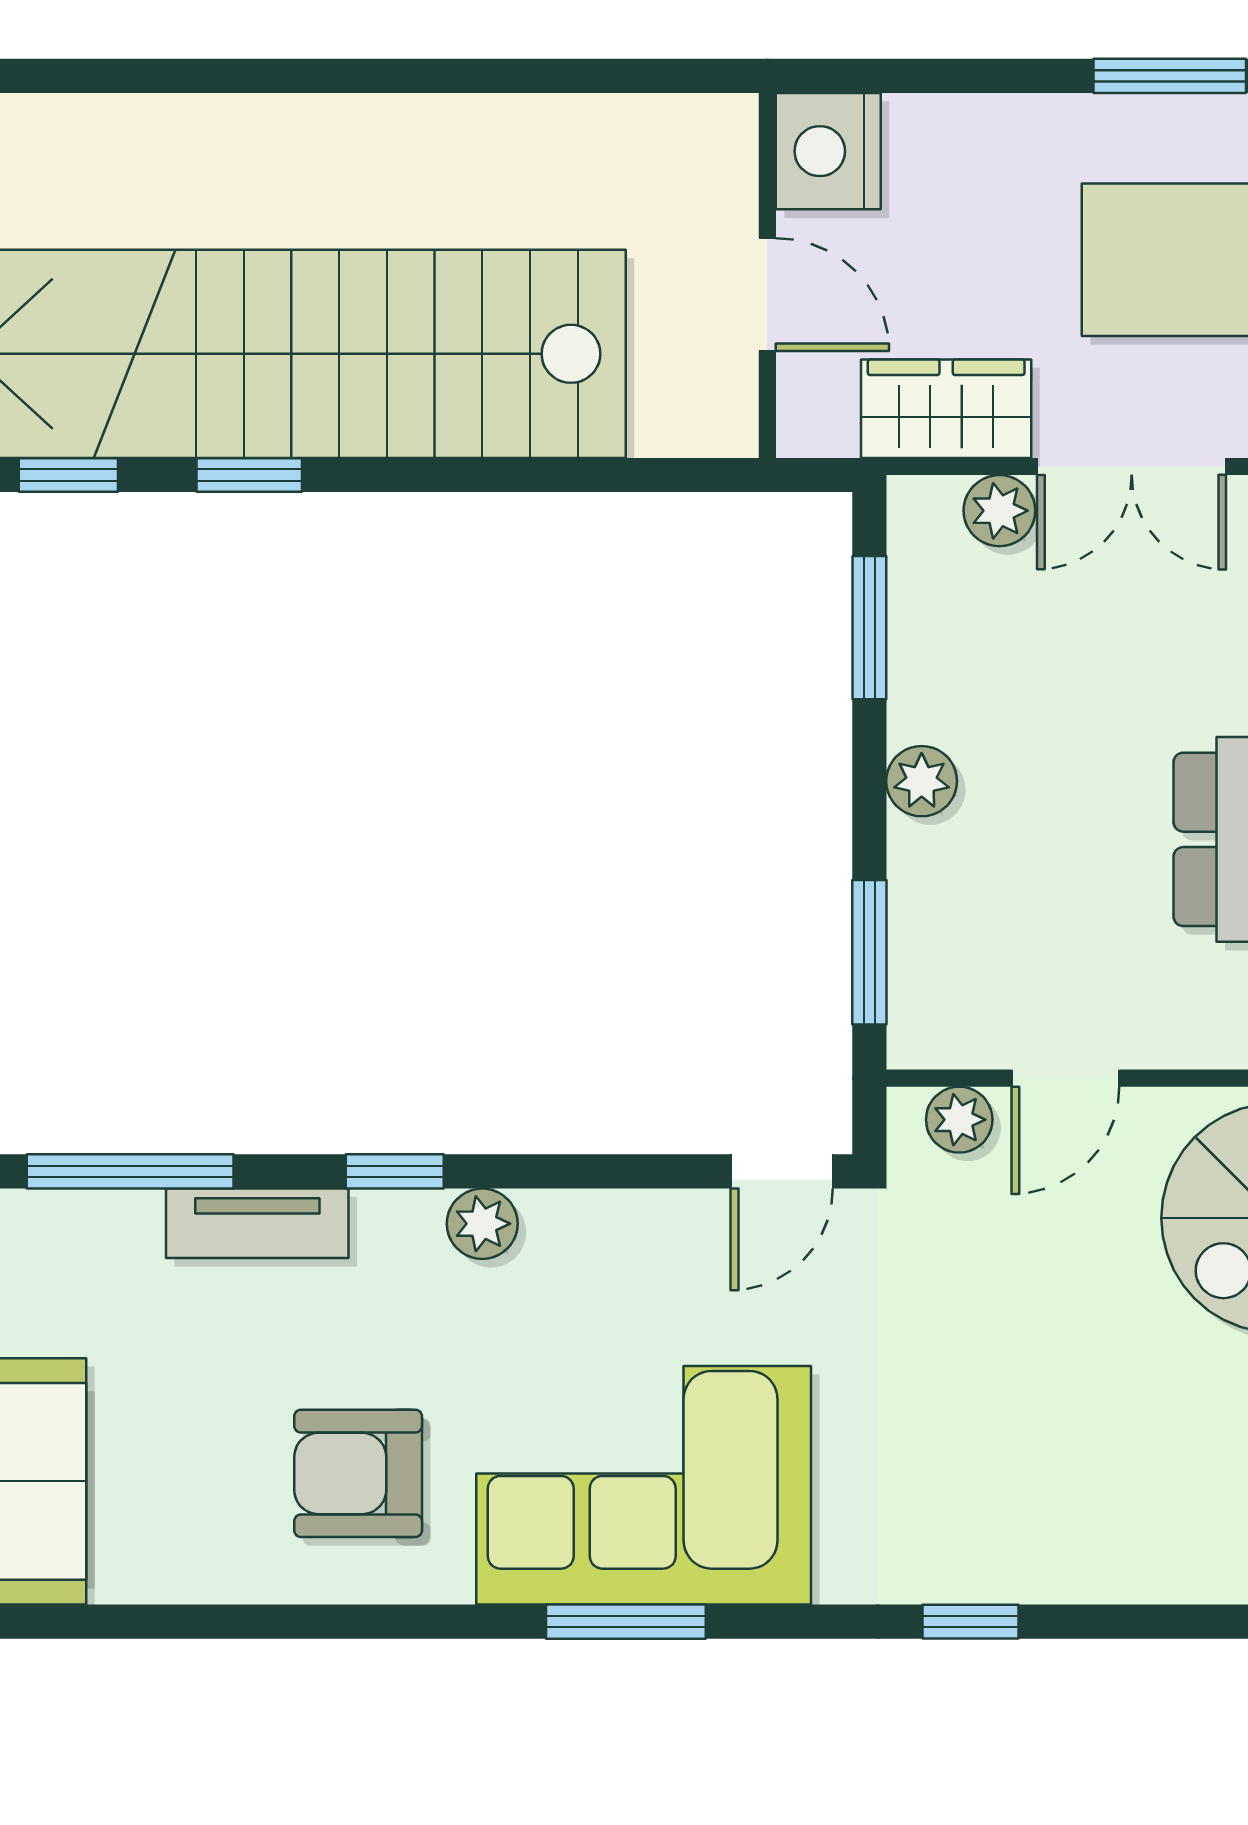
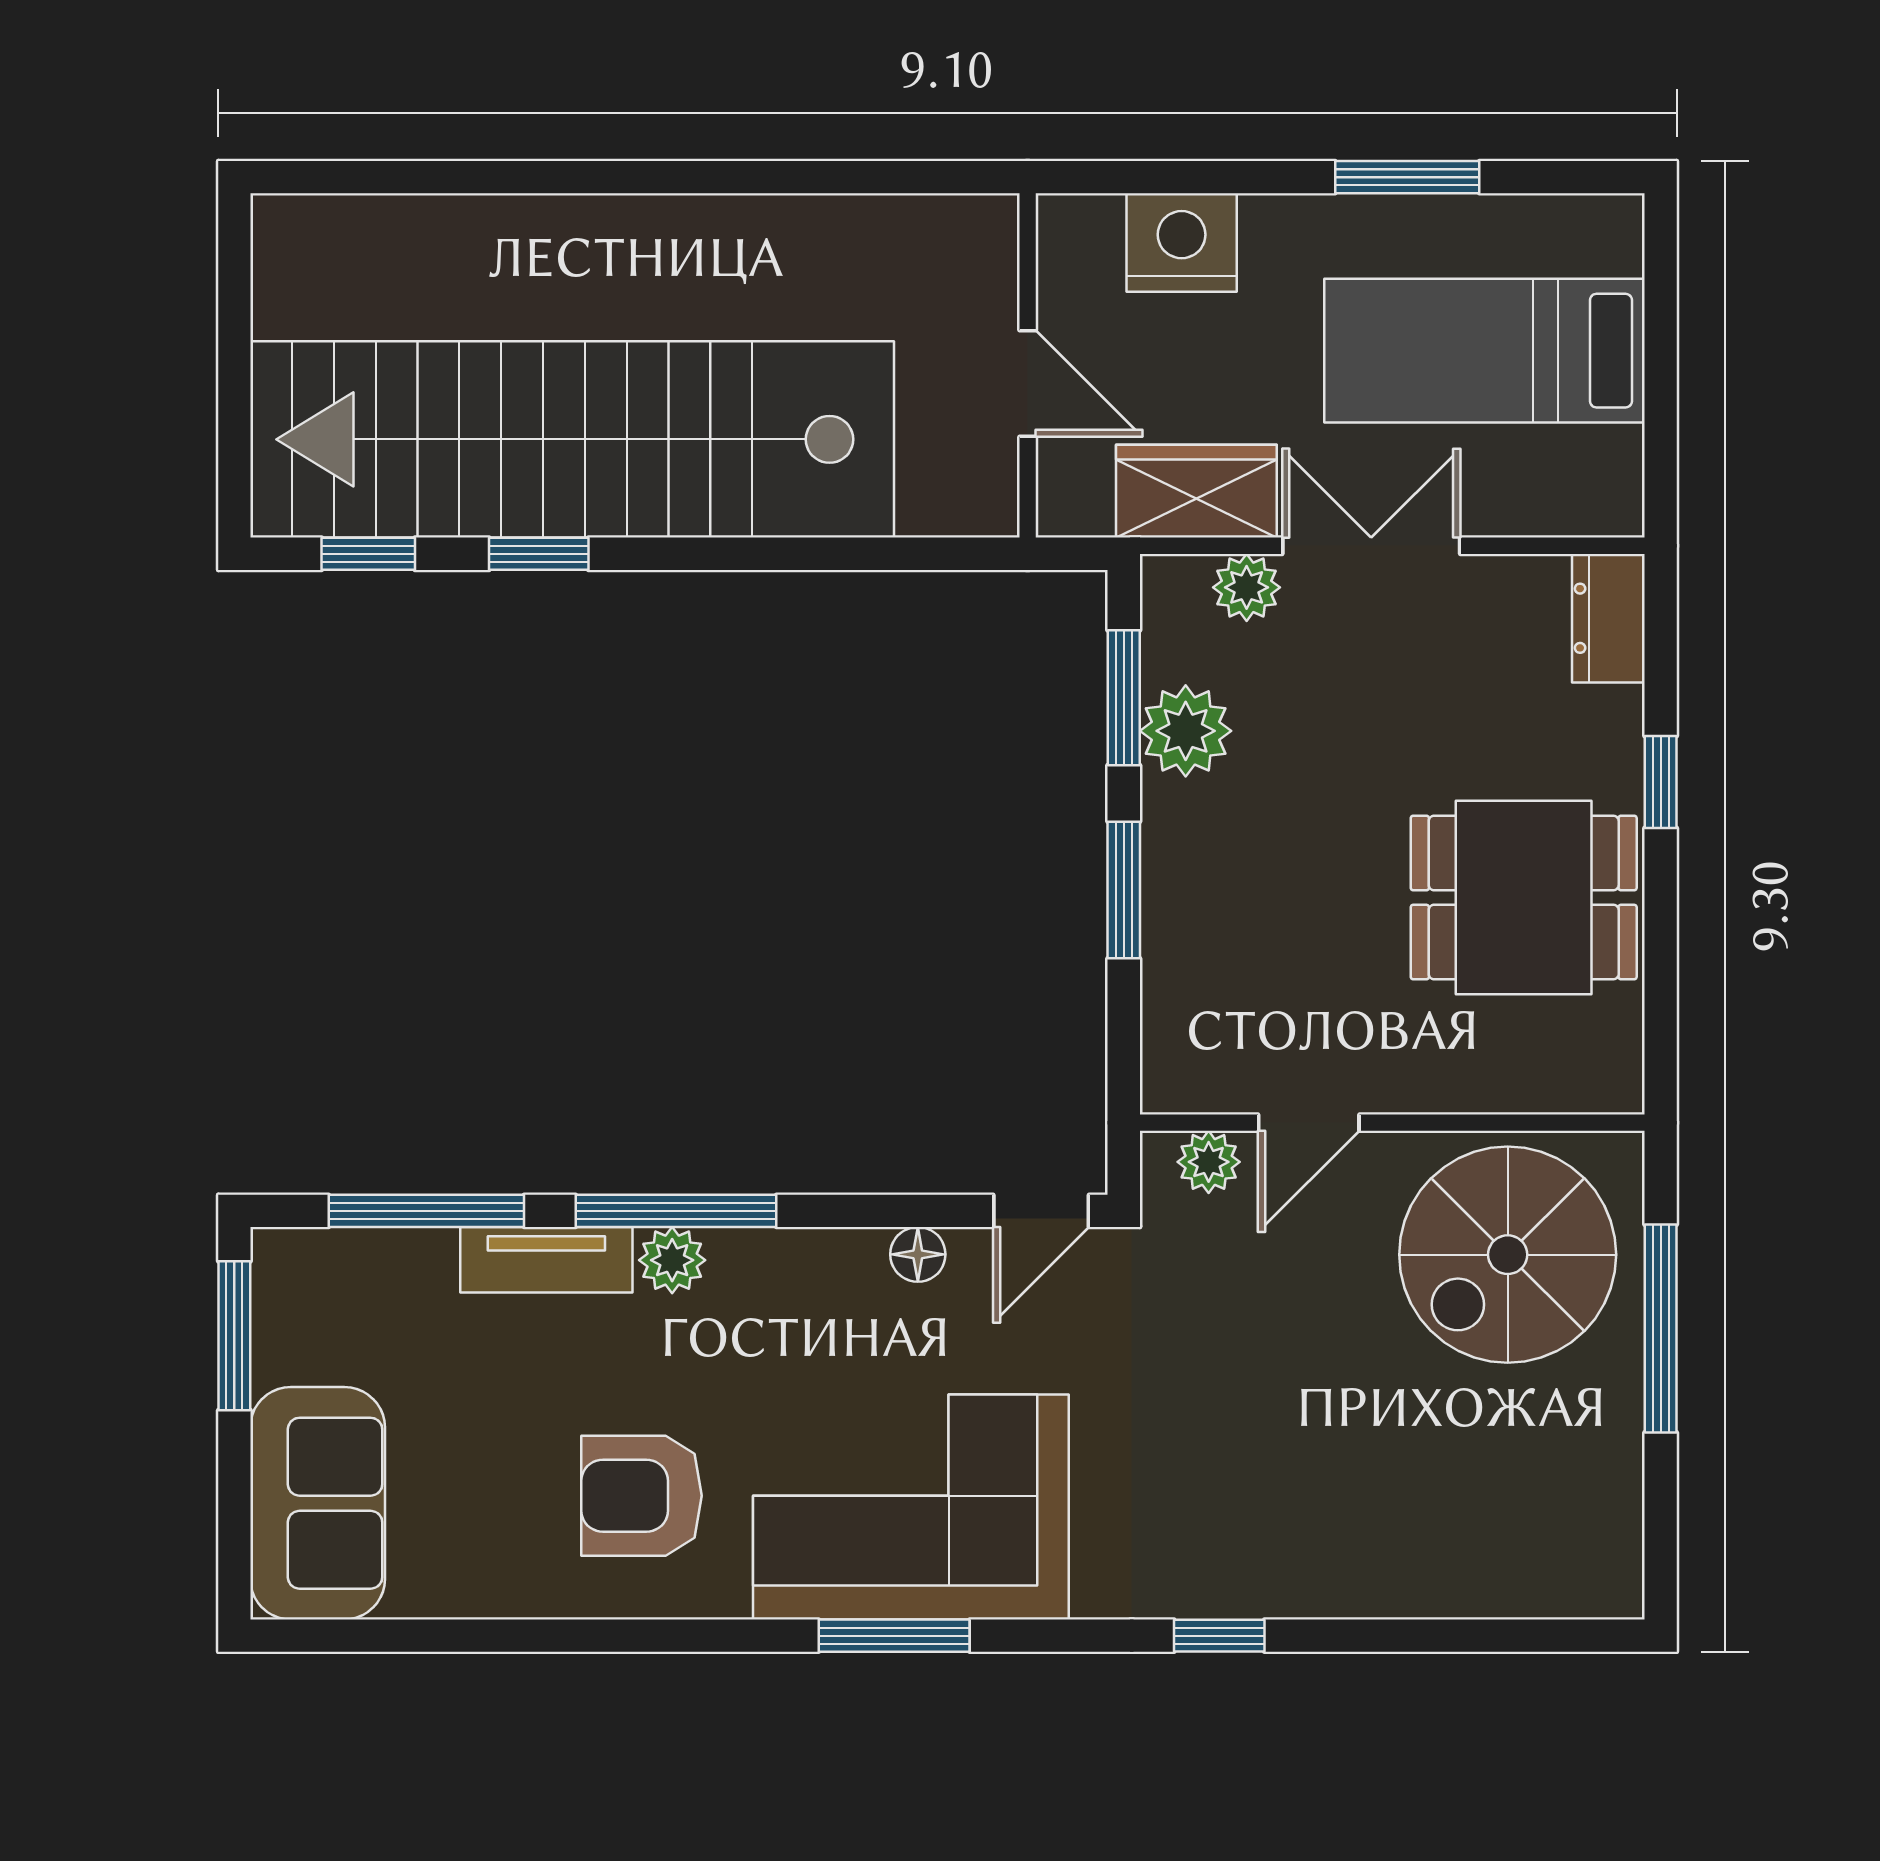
nightstand: (828, 151) -> (1182, 243), moved, turned 90
double door: (1132, 467) -> (1371, 546), swing flipped
plant: (922, 781) -> (1186, 731), moved, width x1.38, depth x1.38
window: (869, 952) -> (1124, 890), moved
window: (395, 1171) -> (676, 1211), width x2.17
floor lamp: (651, 1218) -> (918, 1254), added
plant: (482, 1224) -> (672, 1260), moved

